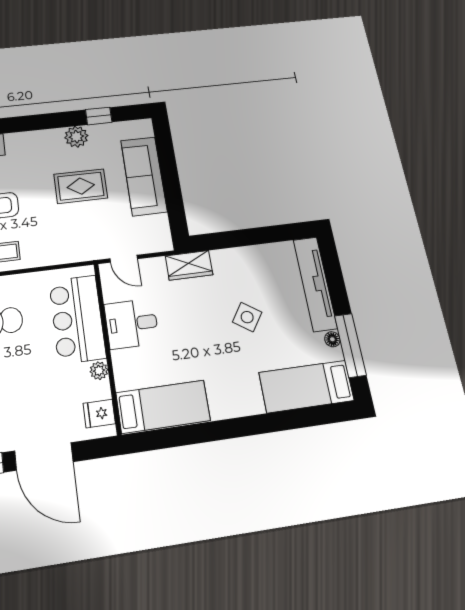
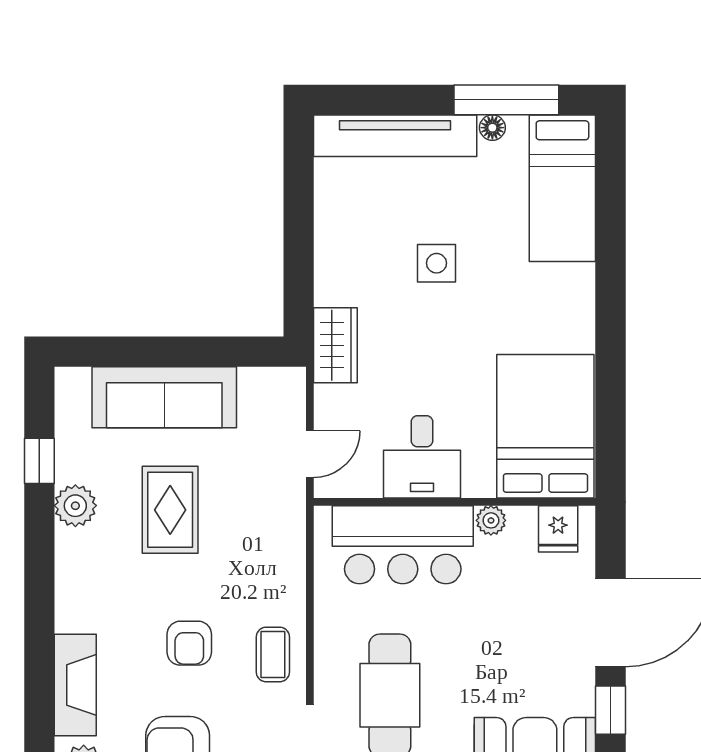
side table: (247, 317) -> (437, 263), turned -34
bed: (163, 407) -> (545, 426), width x1.50

